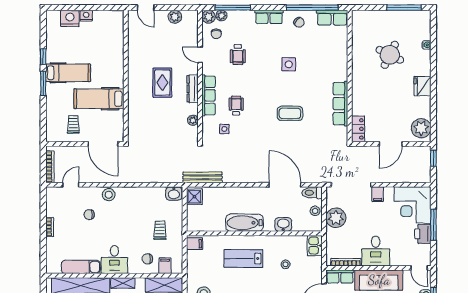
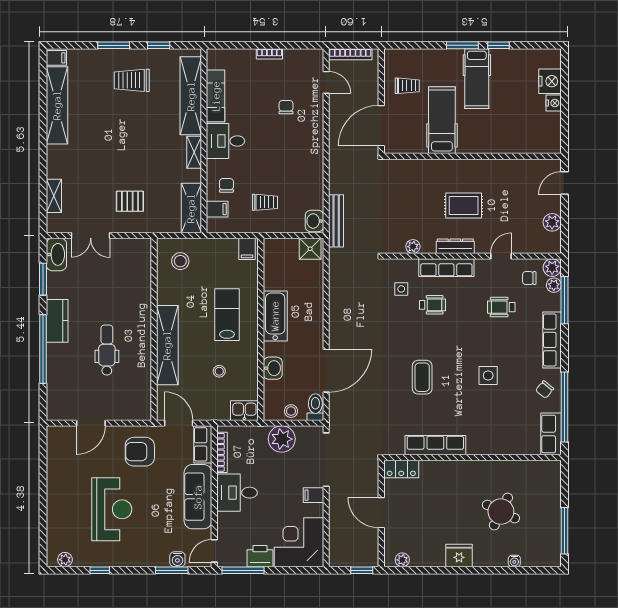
row of seats: (269, 17) -> (552, 340), width x1.48
plant: (421, 128) -> (402, 560), width x0.53, depth x0.53
bench: (203, 177) -> (336, 221), moved
stool: (109, 195) -> (313, 133), removed
window: (433, 225) -> (243, 570), moved

